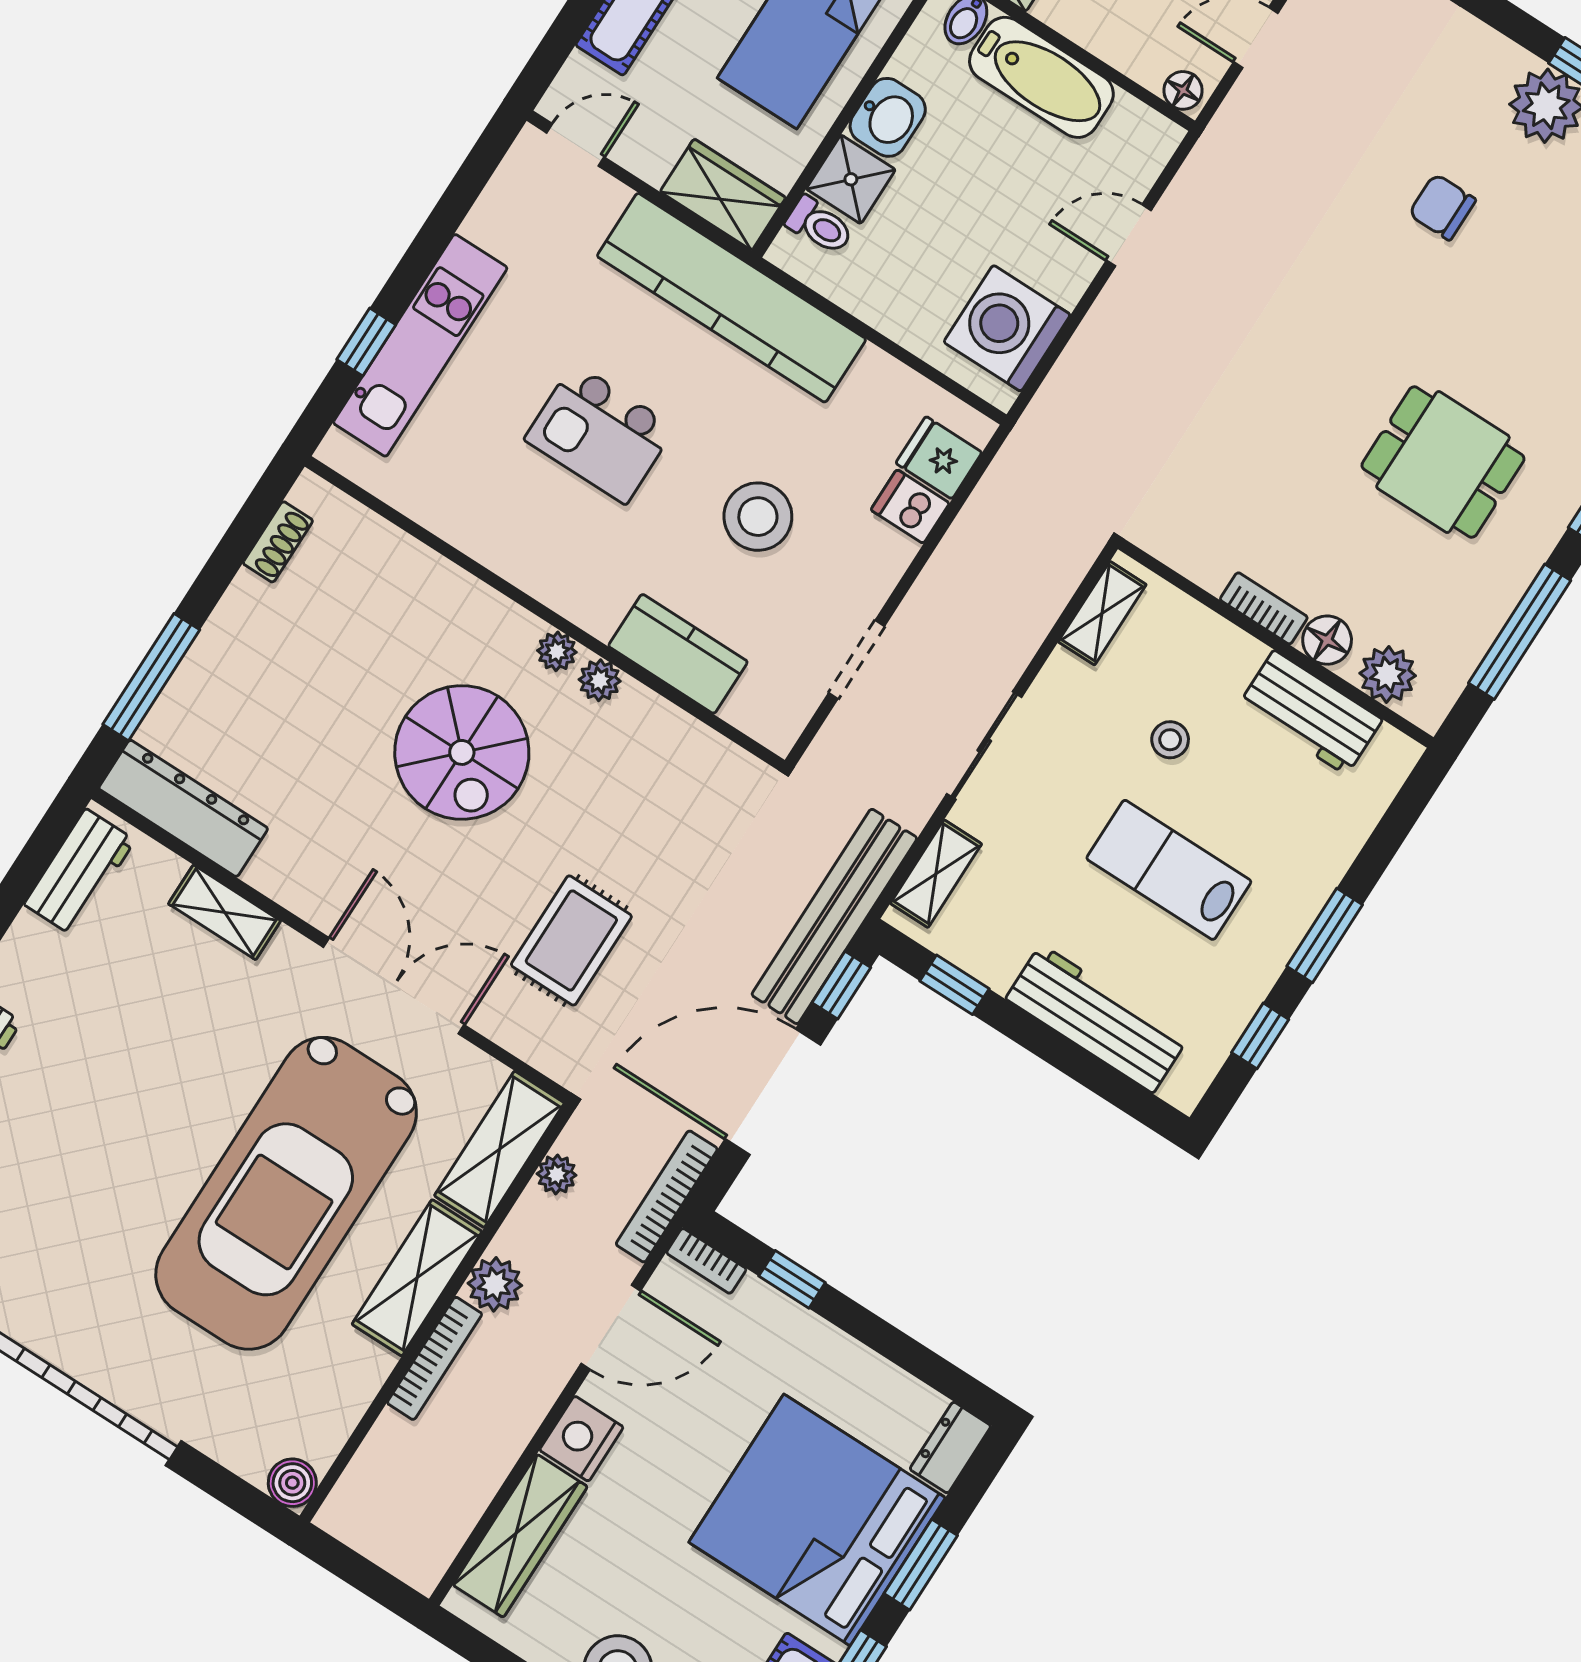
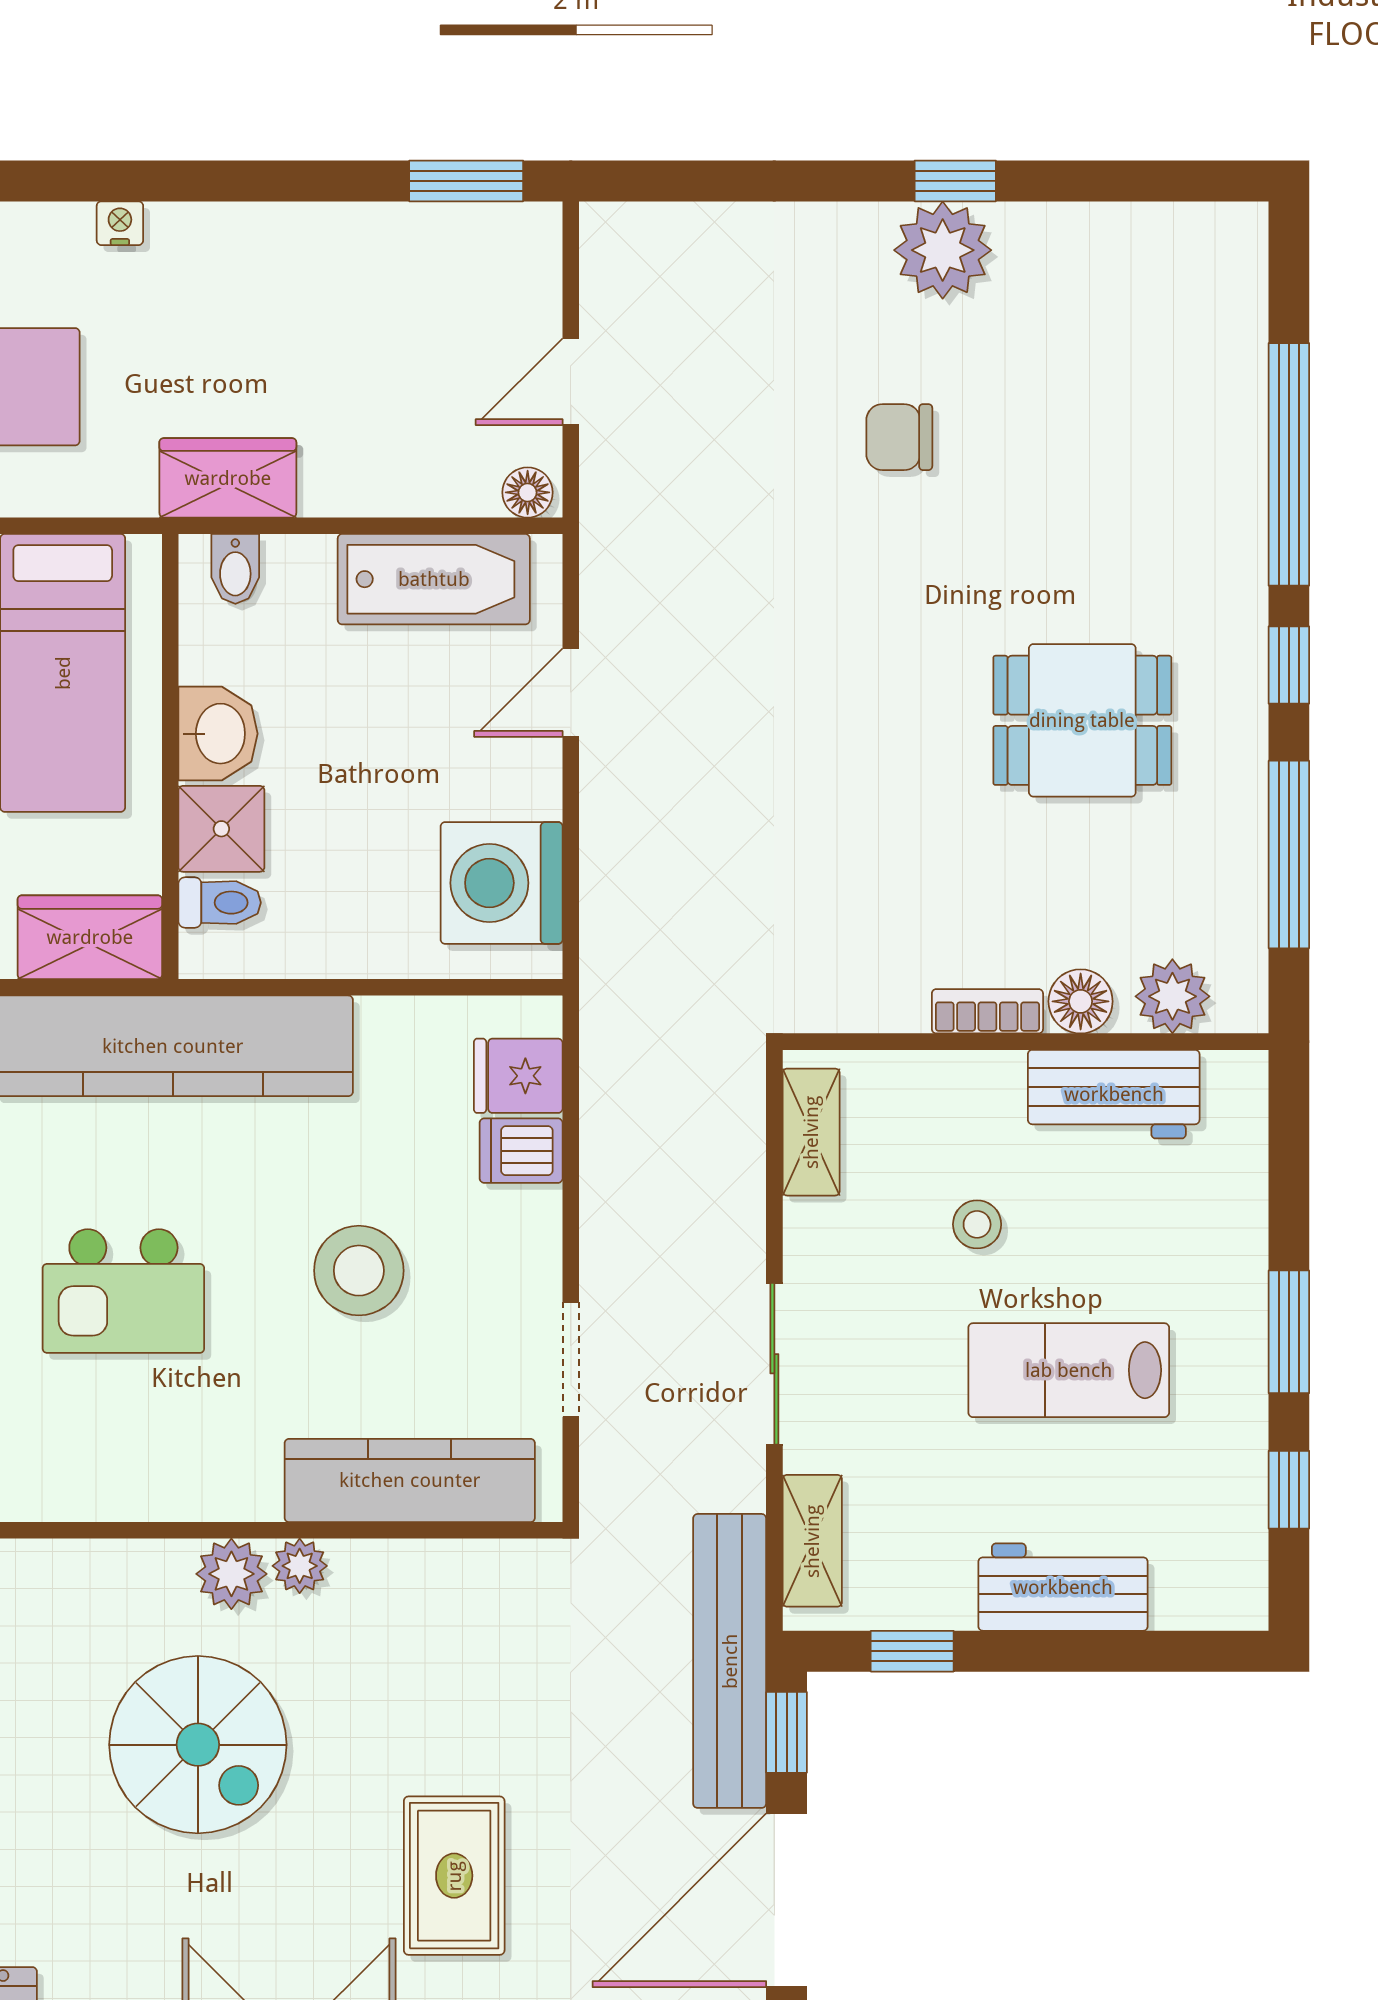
bathtub: (1041, 77) -> (434, 579), moved
plant: (557, 651) -> (231, 1574), width x1.38, depth x1.38
kitchen counter: (678, 654) -> (410, 1480), width x1.50
workbench: (1097, 1019) -> (1063, 1587), width x0.73

